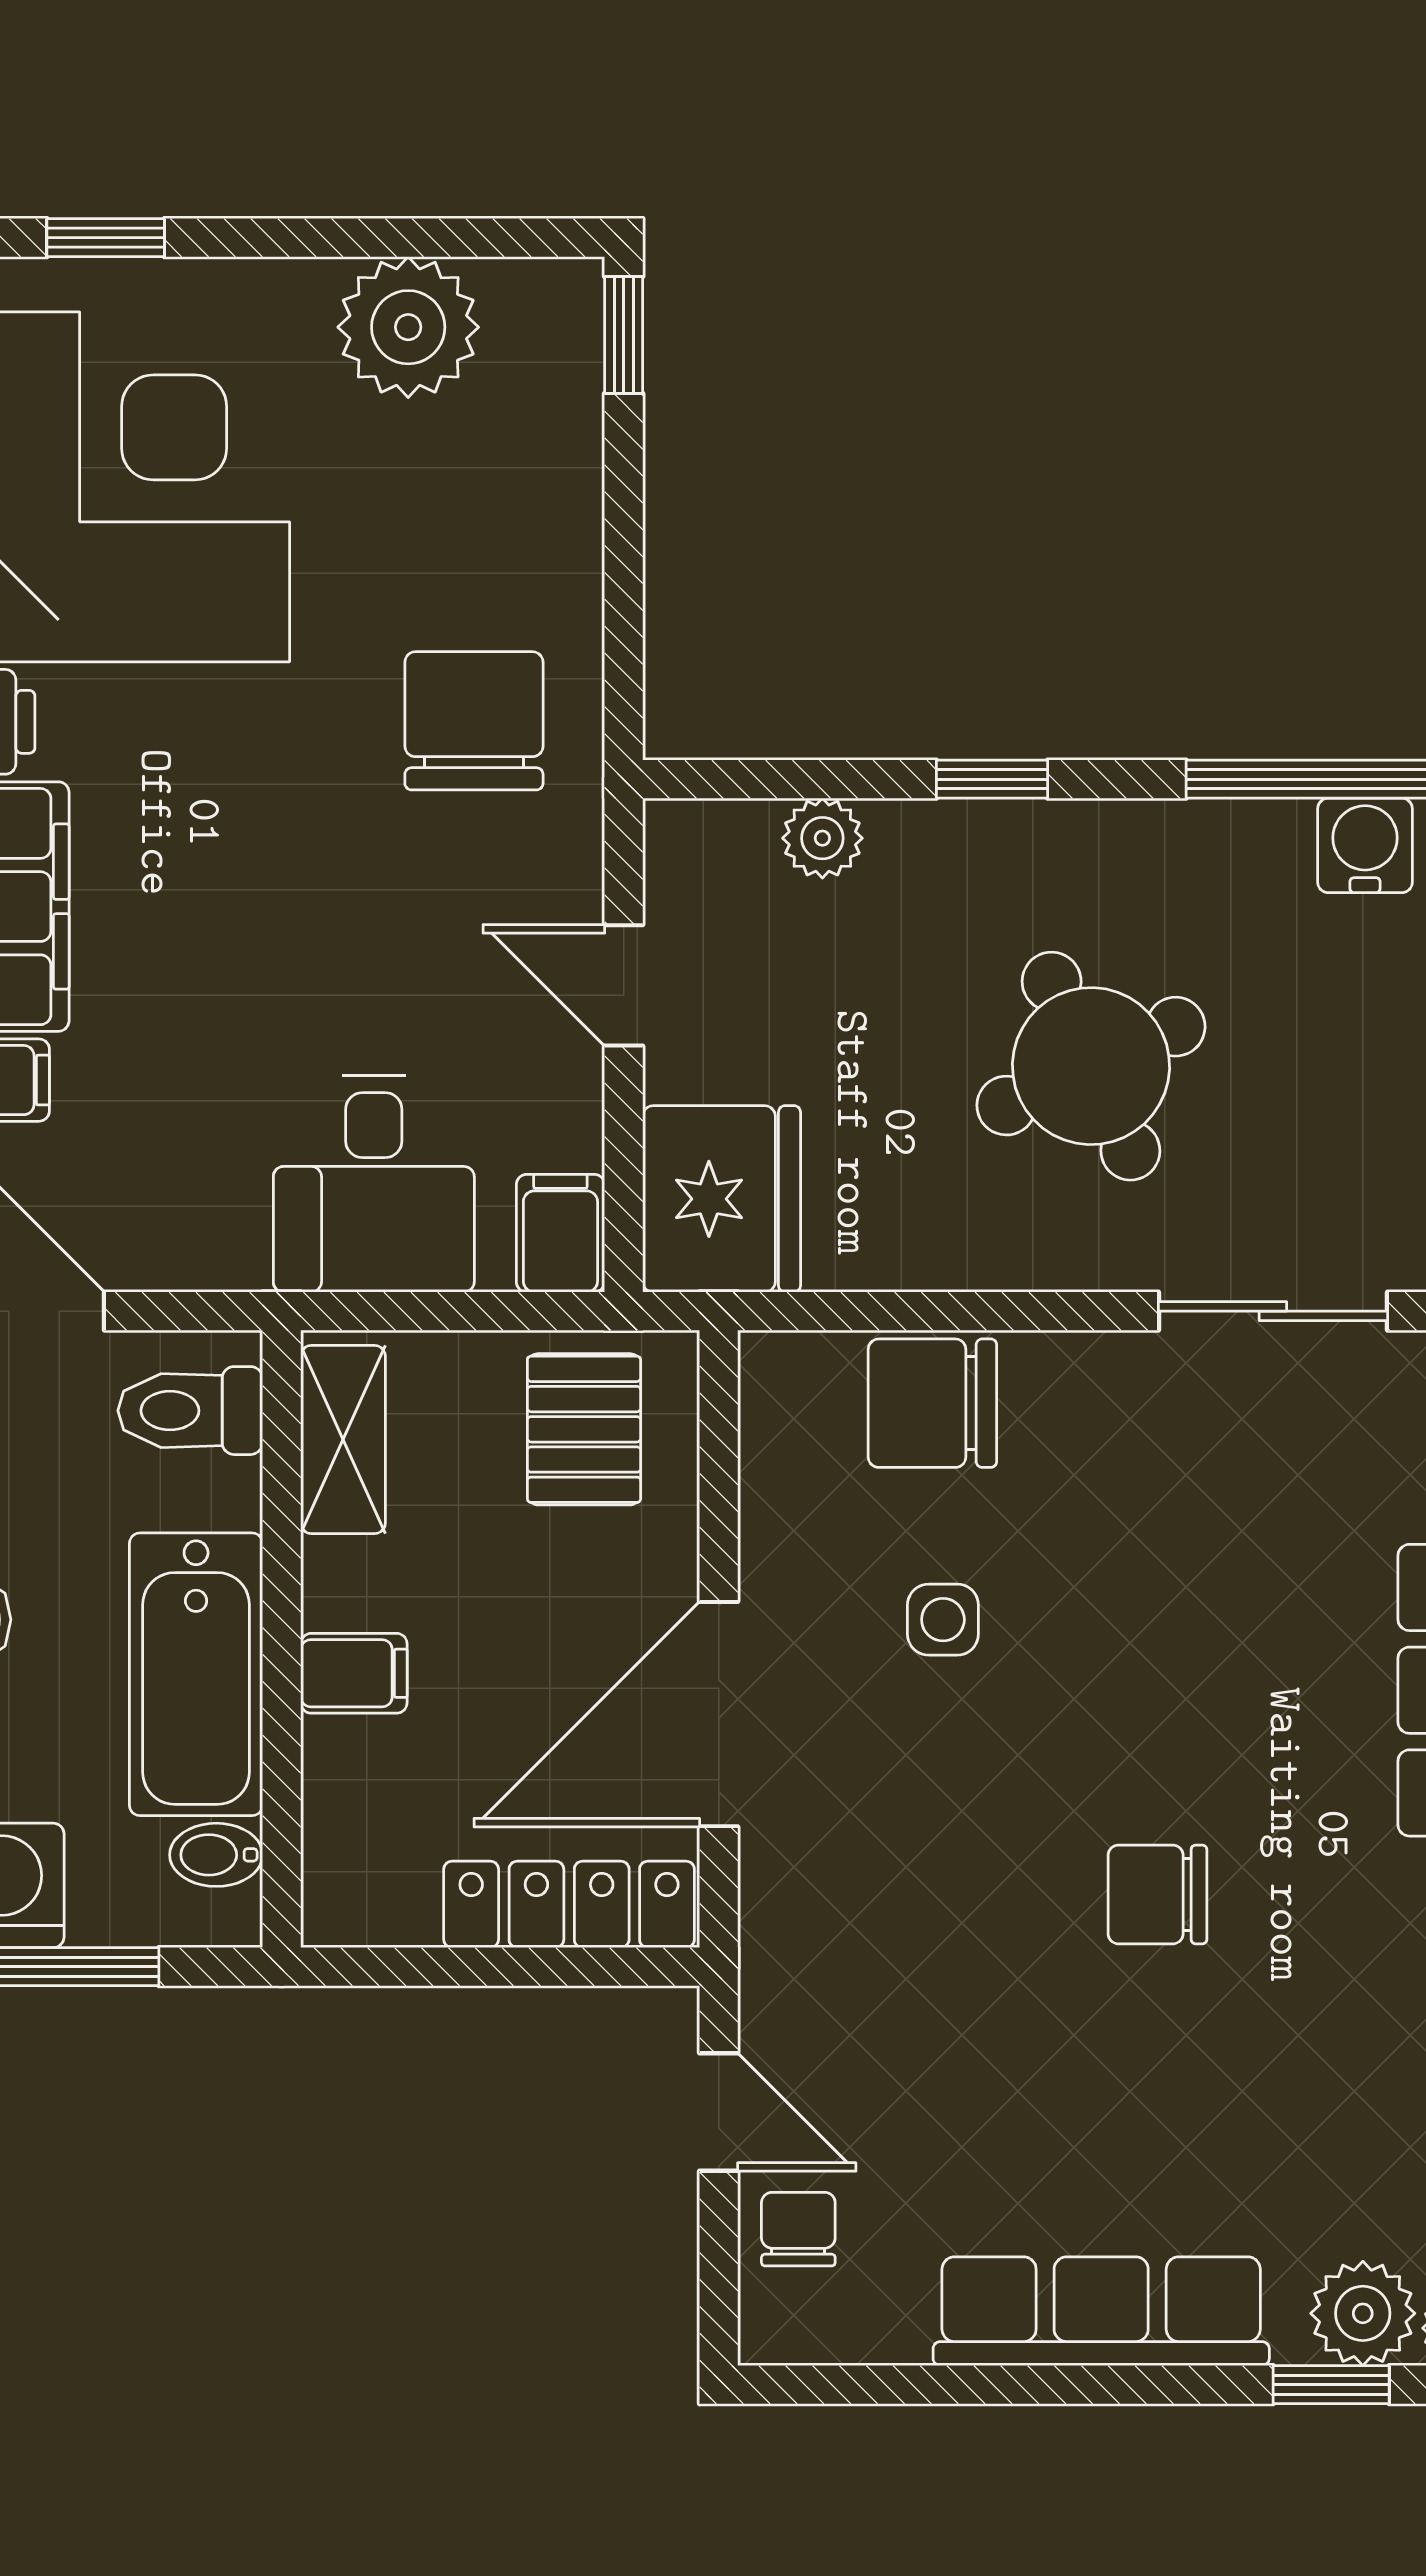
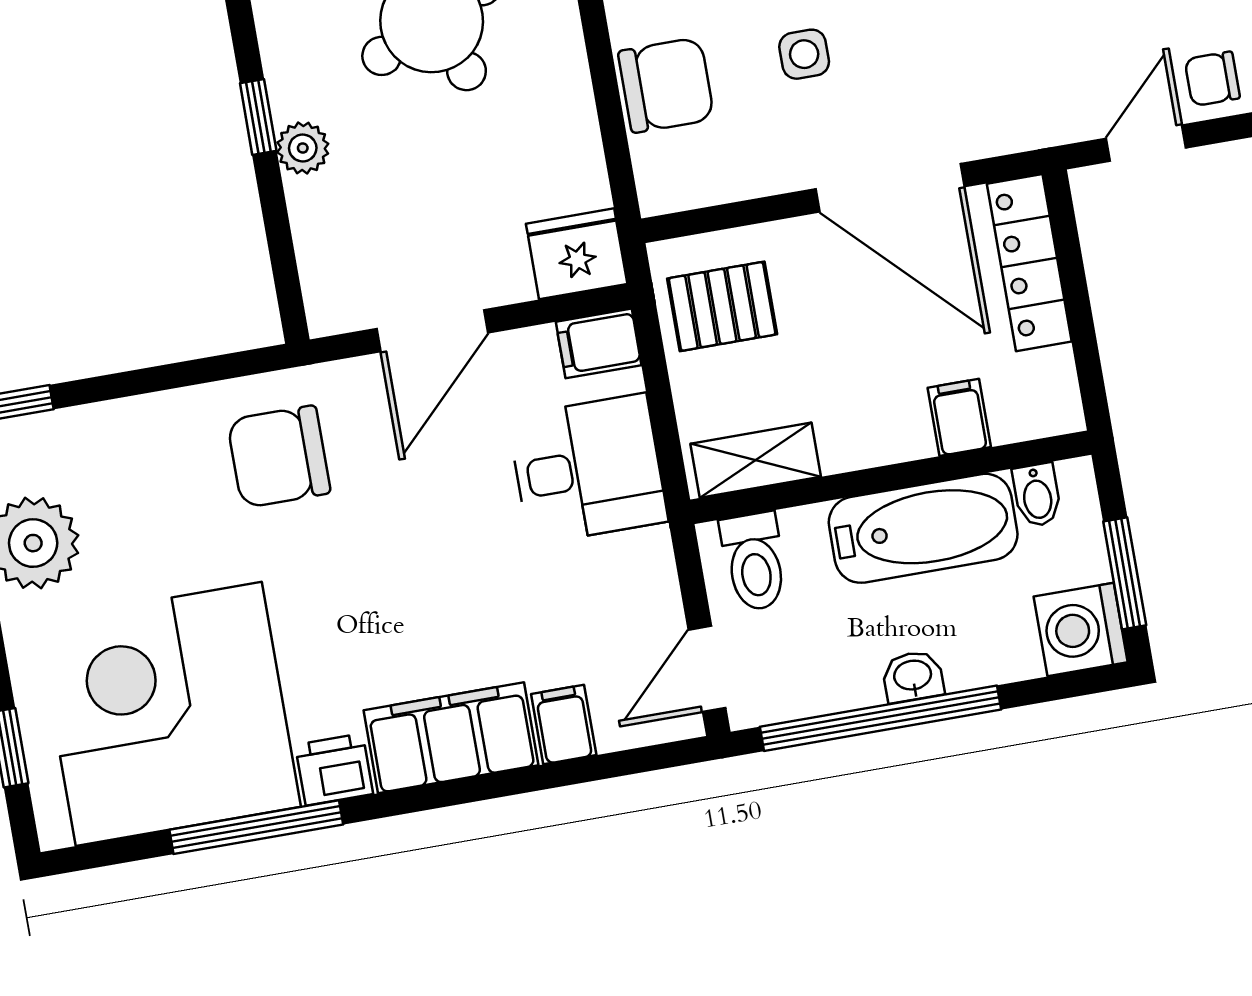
plant: (822, 838) -> (303, 148), moved
door: (624, 985) -> (432, 331), width x1.38
fridge: (722, 1199) -> (577, 254), width x0.73, depth x0.75
chair: (932, 1403) -> (666, 85), turned -90
filing cabinet: (354, 1673) -> (959, 417), moved

